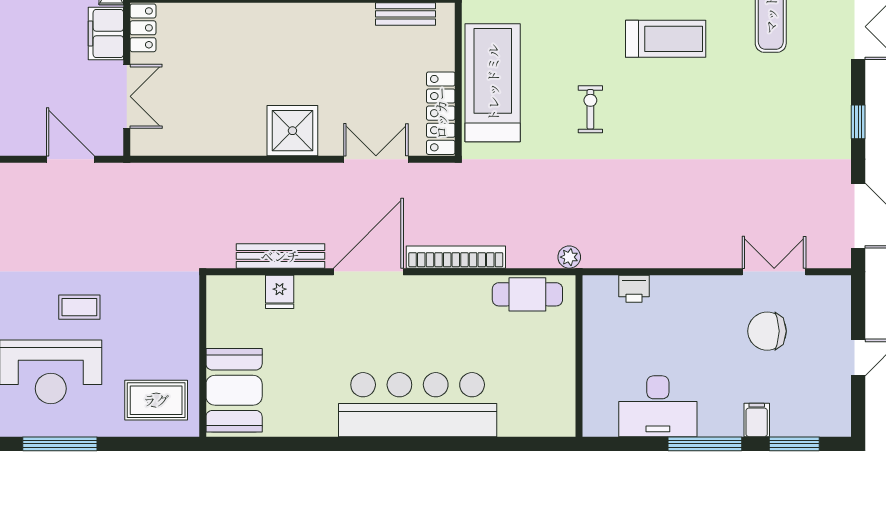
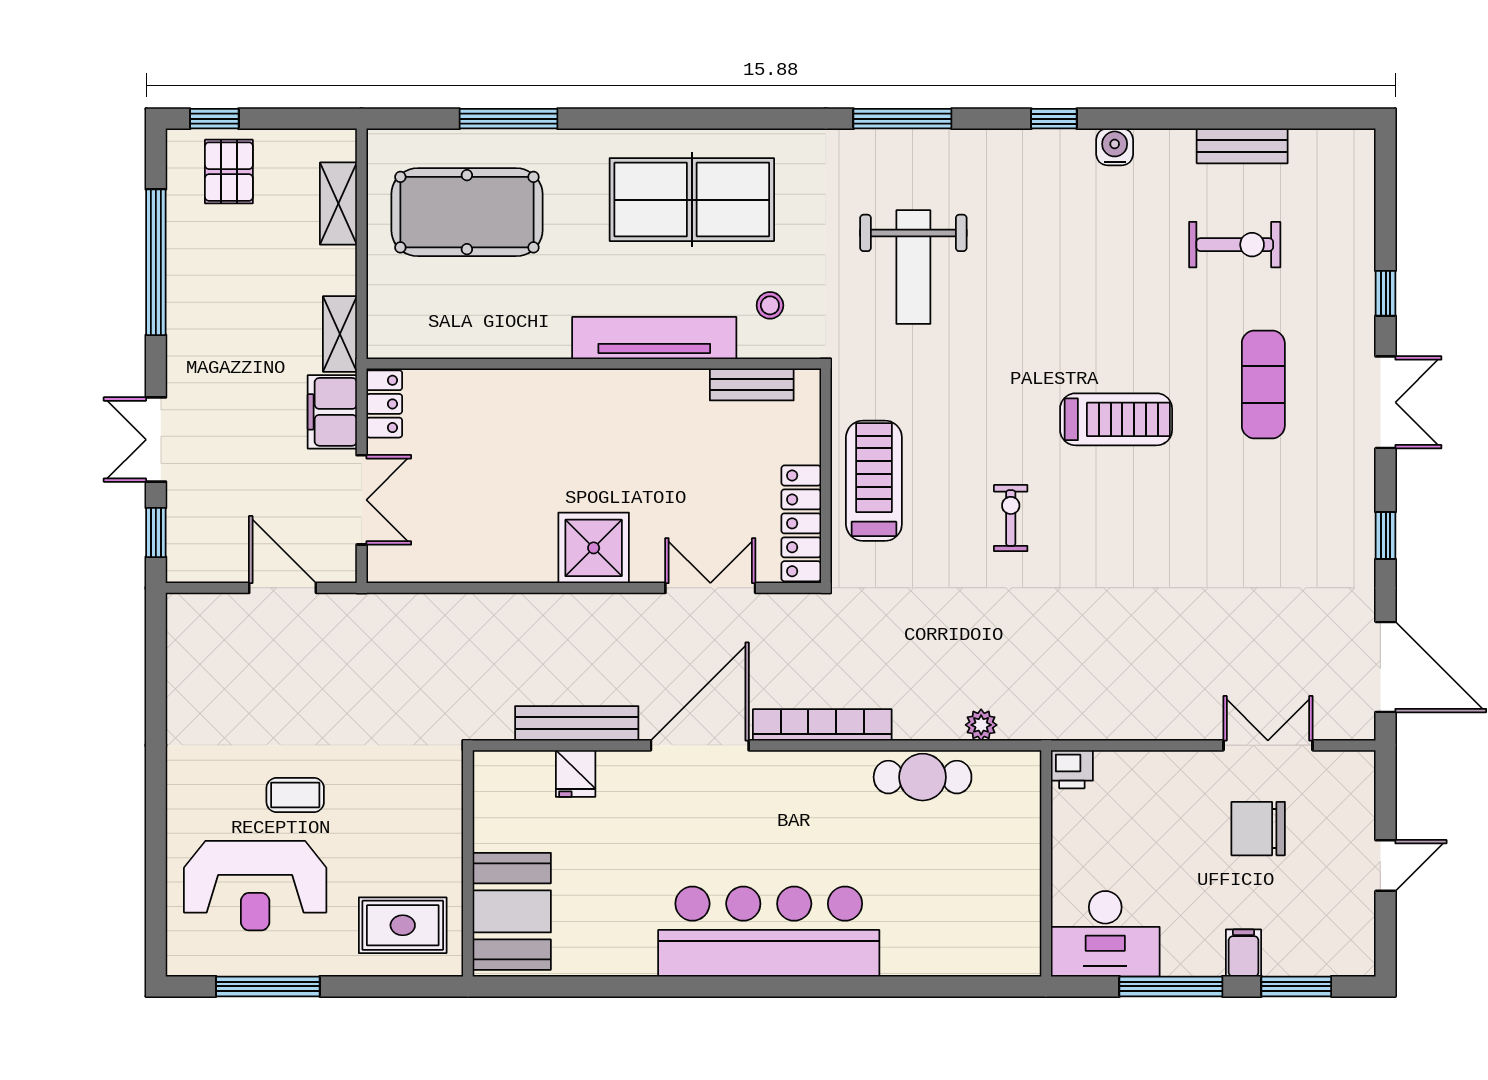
treadmill: (493, 83) -> (874, 481), width x0.73, depth x0.73
wall: (579, 356) -> (1046, 863), moved

